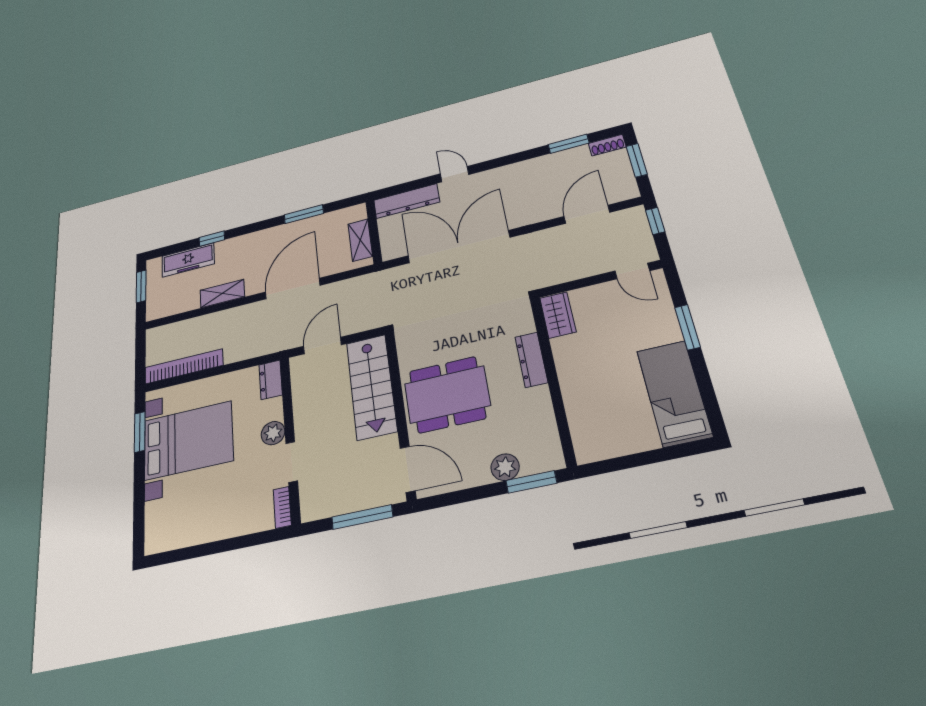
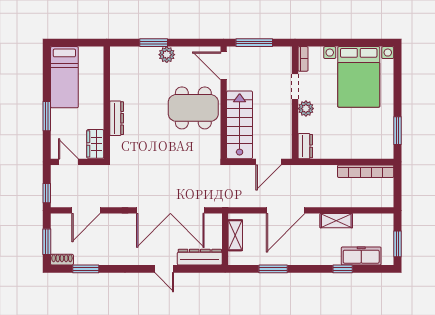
wardrobe: (558, 315) -> (95, 144), moved
dresser: (531, 360) -> (117, 118), moved
wall: (552, 379) -> (107, 103), moved
bed with nightstands: (188, 440) -> (359, 77), moved, turned -90

